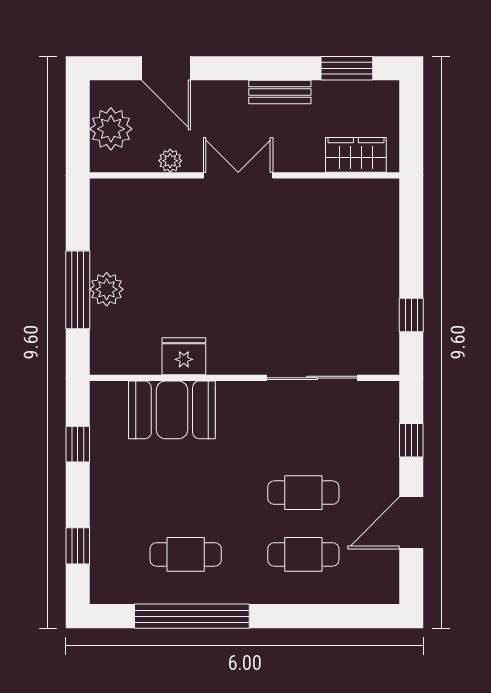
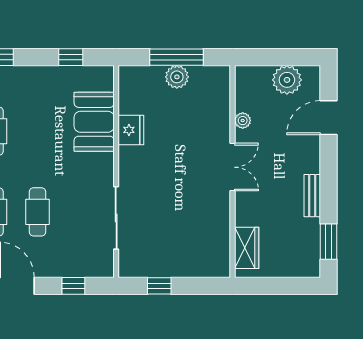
wardrobe: (356, 155) -> (247, 248), moved
plant: (170, 161) -> (243, 121), moved
double door: (238, 175) -> (233, 167), moved
wall: (245, 175) -> (233, 172), moved

